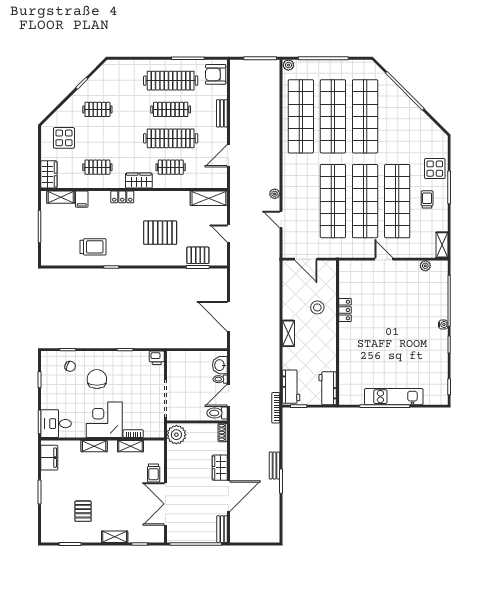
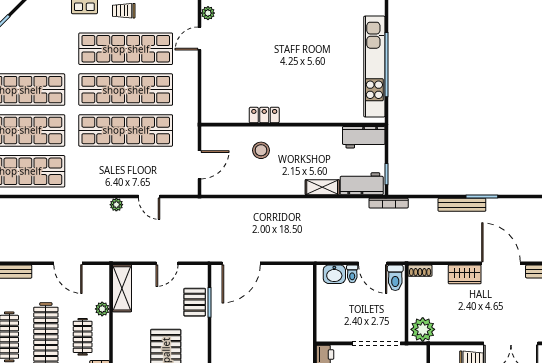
plant: (193, 183) -> (102, 309), added
door: (281, 219) -> (149, 196), hinge flipped
door: (384, 259) -> (199, 39), moved
door: (229, 316) -> (241, 263), moved
shelving: (288, 333) -> (322, 187), moved
kitchen unit: (394, 397) -> (374, 67), width x1.36
bench: (275, 465) -> (462, 205), width x1.36

